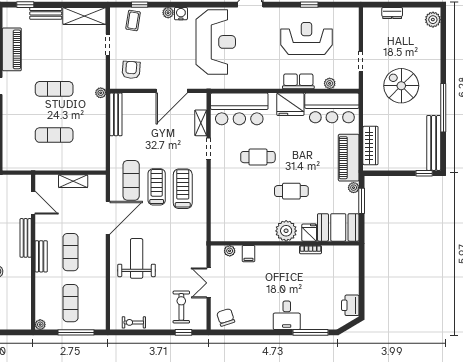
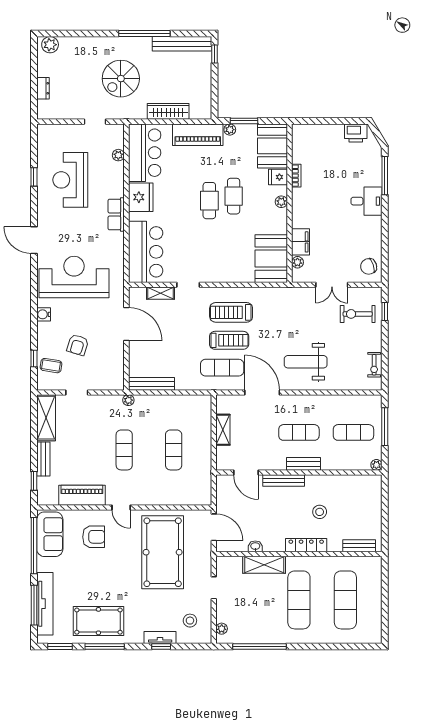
plant: (168, 13) -> (43, 328), removed
armchair: (131, 70) -> (78, 345), moved, turned -77
row of seats: (298, 81) -> (116, 215), moved
wardrobe: (370, 146) -> (168, 111), moved
cafe table: (258, 157) -> (209, 201), moved
treadmill: (157, 187) -> (229, 340), turned 180
door: (33, 203) -> (246, 473), swing flipped
booth: (233, 226) -> (271, 259), added
plant: (286, 231) -> (281, 202), width x0.53, depth x0.53
filing cabinet: (249, 254) -> (300, 242), width x2.00

